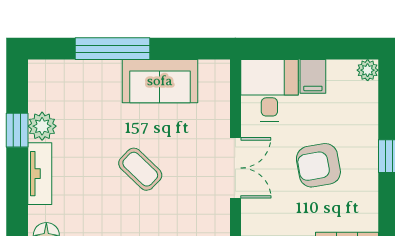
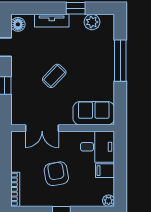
sofa: (160, 81) -> (94, 113), moved, turned 90
plant: (42, 126) -> (92, 22), moved
double door: (235, 168) -> (42, 128), moved

